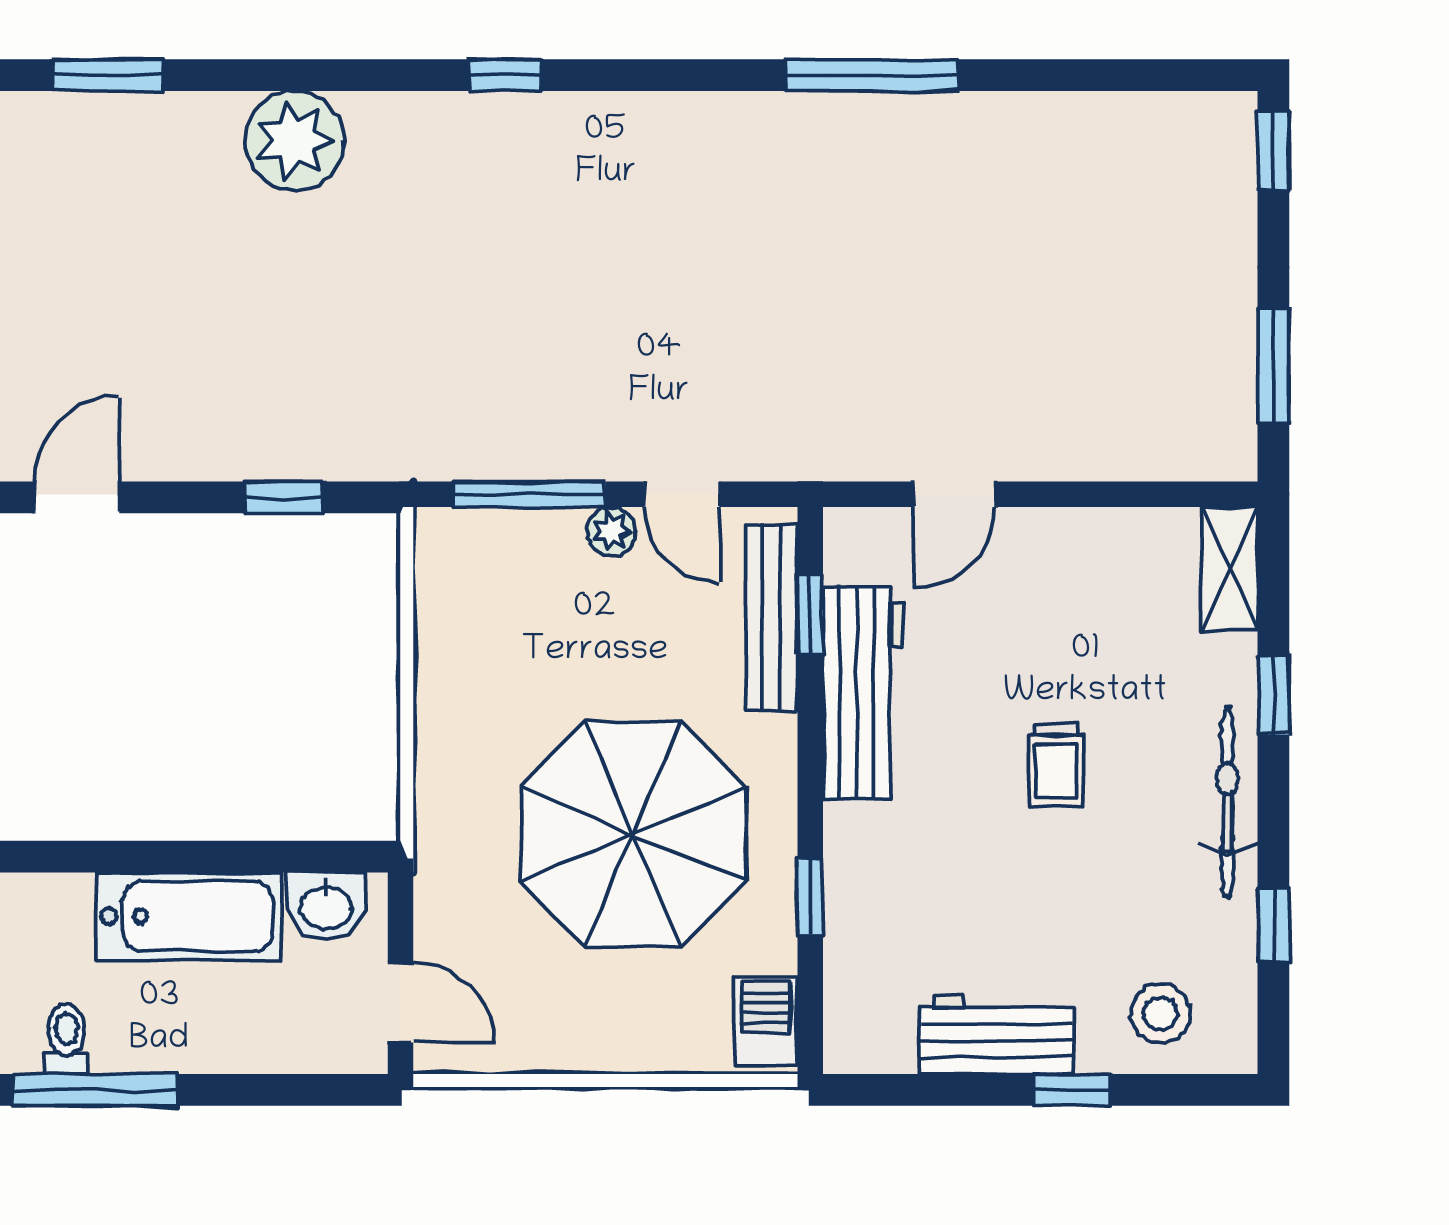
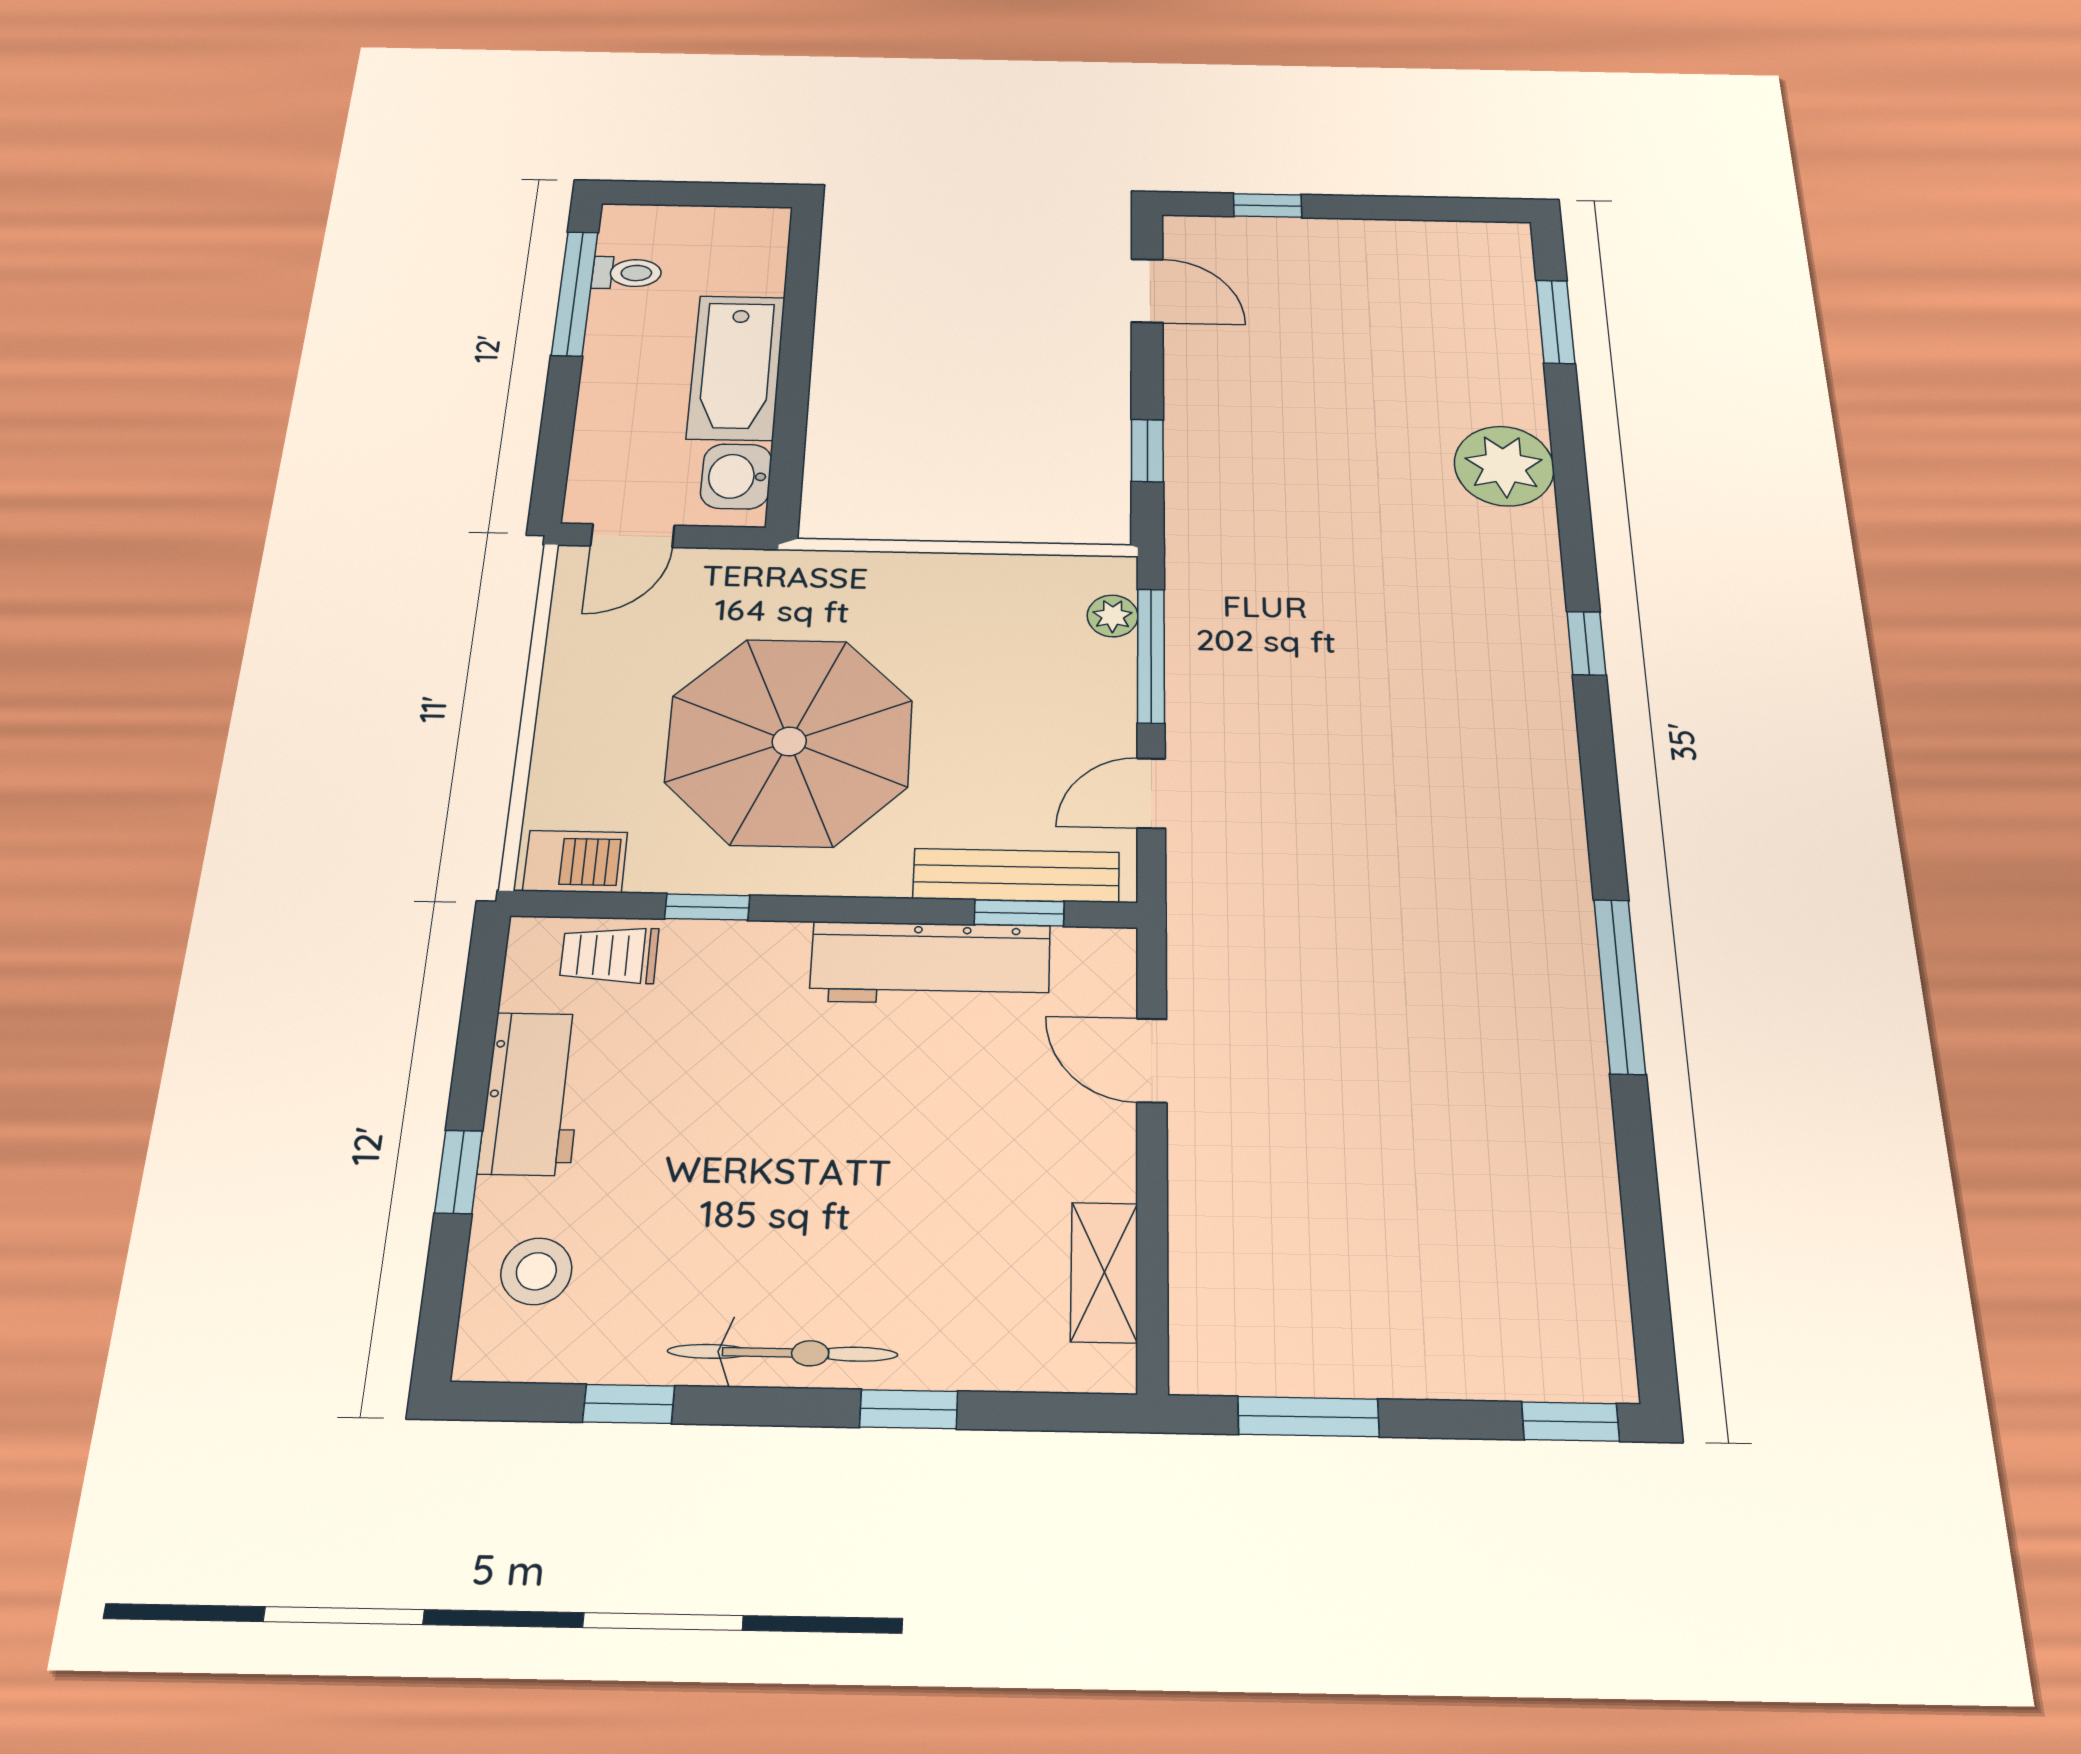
plant: (612, 531) -> (1113, 616), moved
shelving: (1230, 569) -> (1104, 1272), moved, turned 90
trolley: (1056, 765) -> (609, 955), moved

